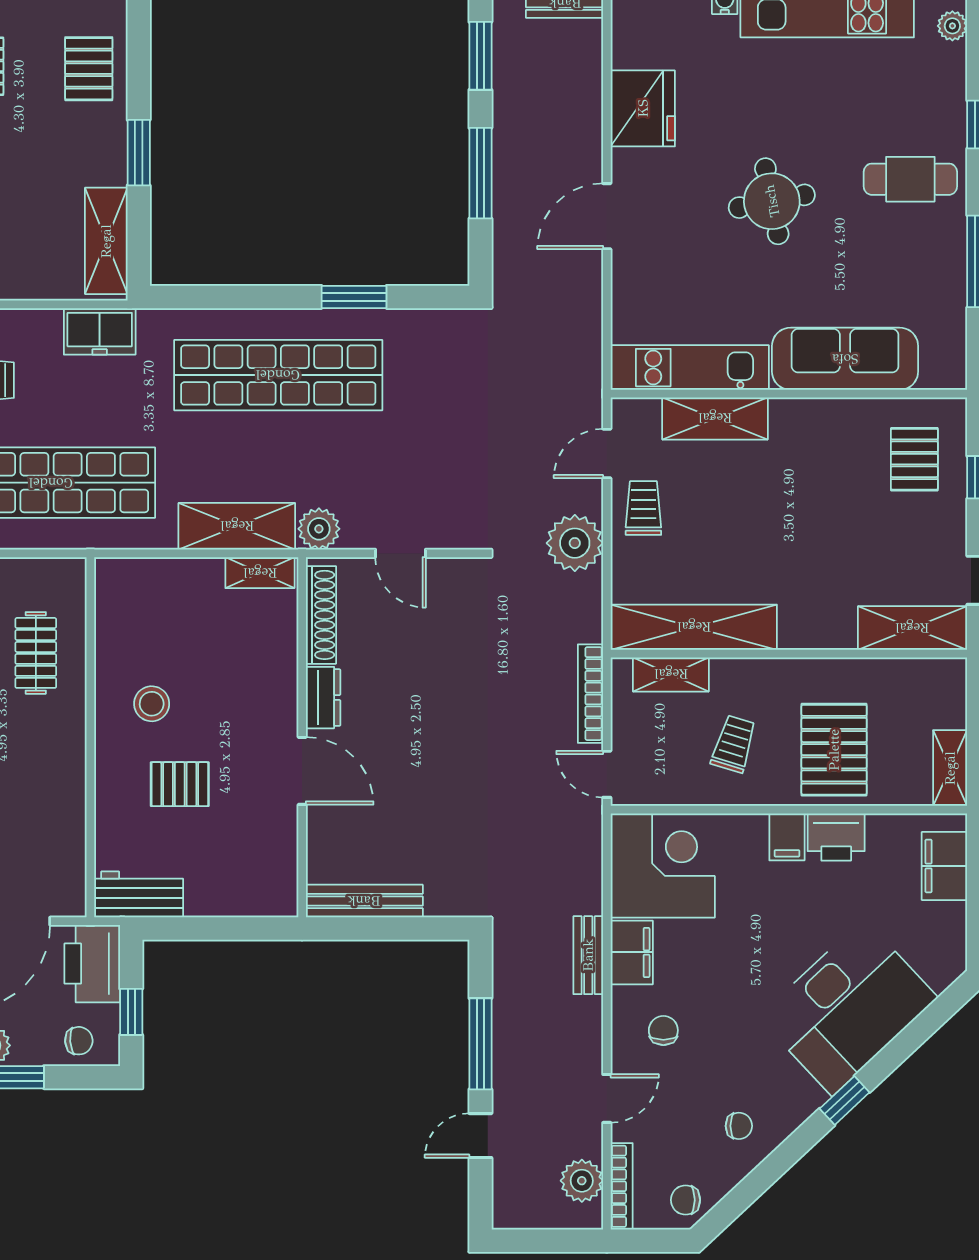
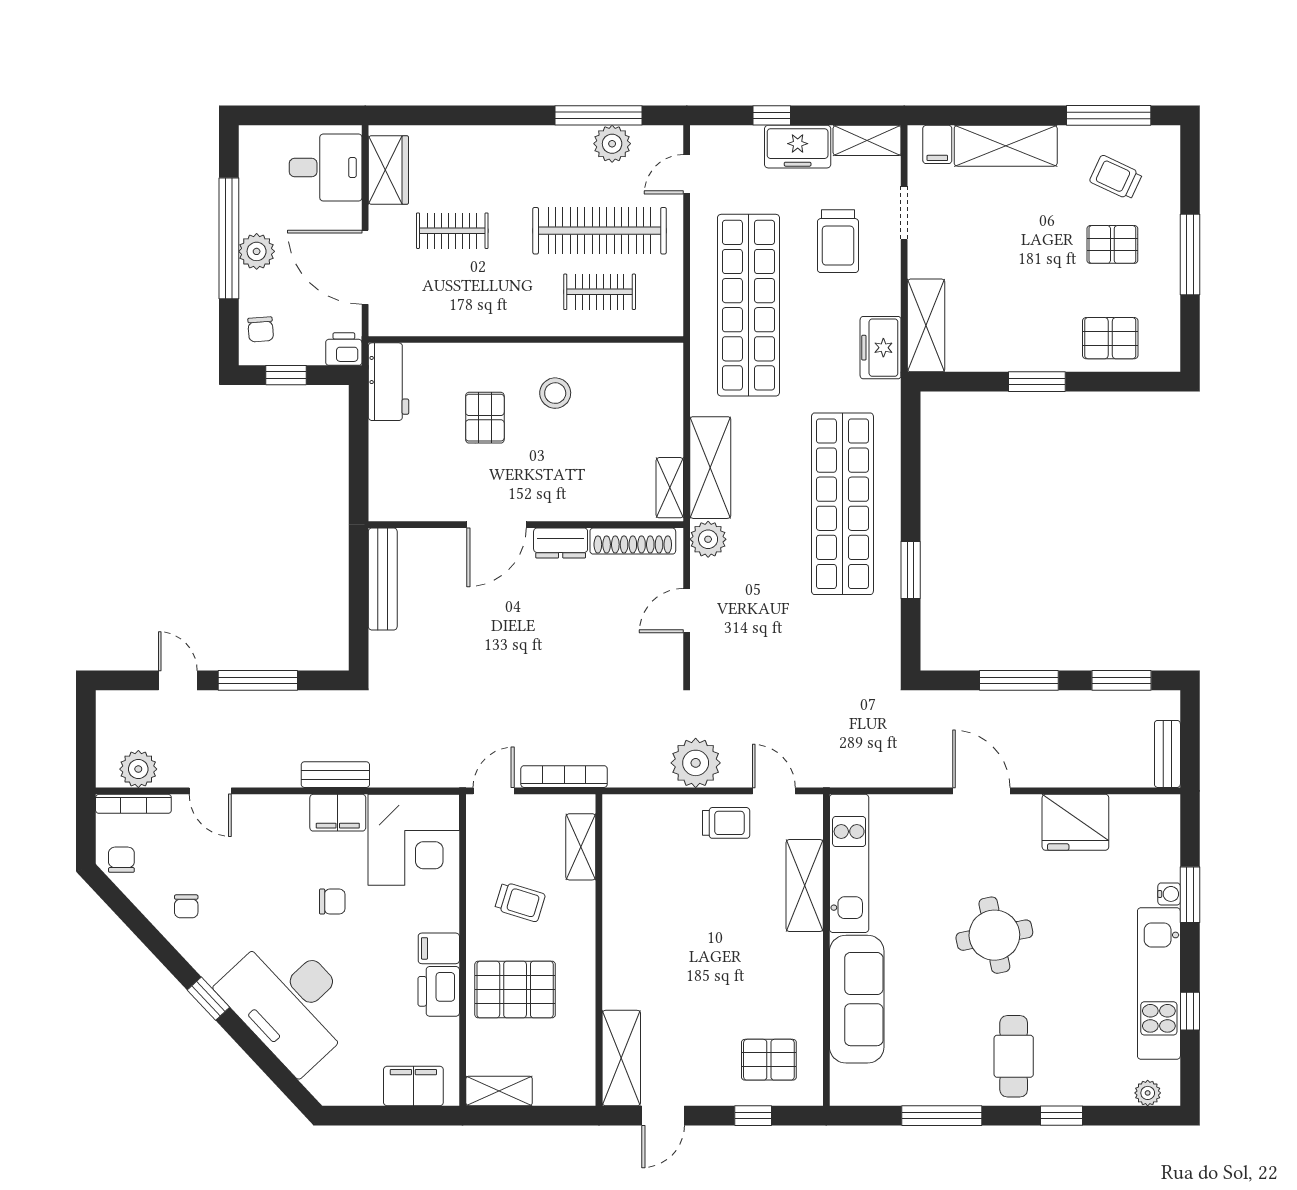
shelving: (106, 241) -> (926, 325), moved, turned 90
shelving: (694, 627) -> (622, 867), removed
printer: (92, 964) -> (344, 349), width x0.53, depth x0.68
chair: (663, 1030) -> (332, 902), moved

